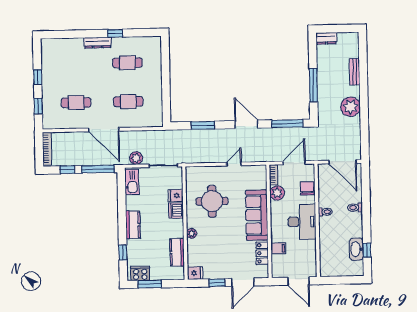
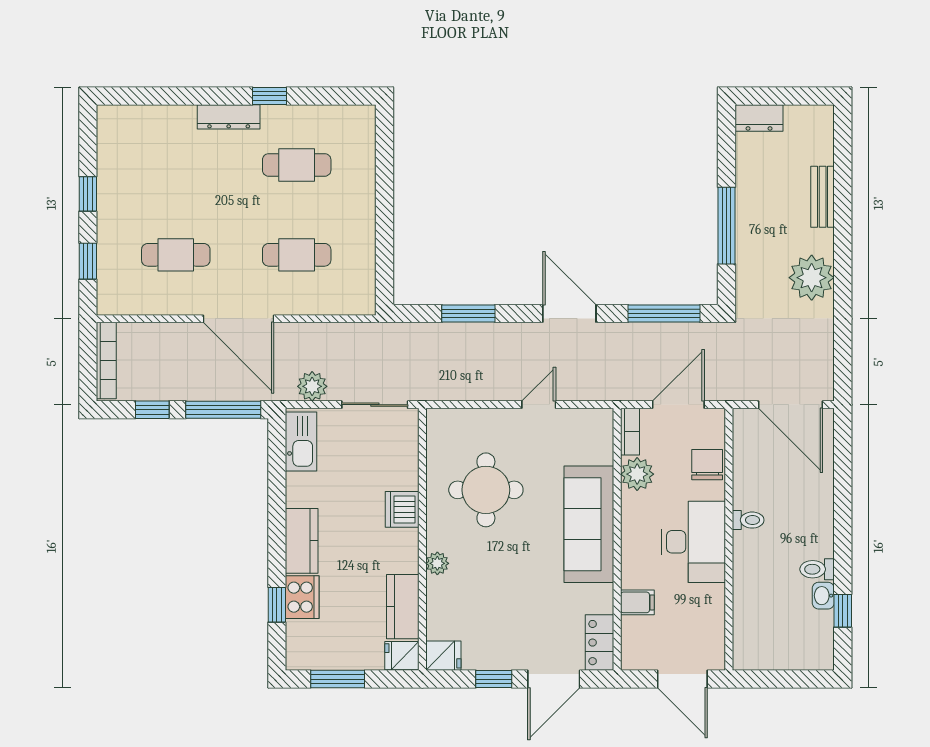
fridge: (176, 196) -> (402, 656), moved
toilet: (355, 208) -> (817, 569), moved
washbasin: (356, 249) -> (823, 596), width x0.52, depth x0.69
locker: (262, 253) -> (600, 643), moved
cooker: (140, 273) -> (302, 597), moved, turned 90

